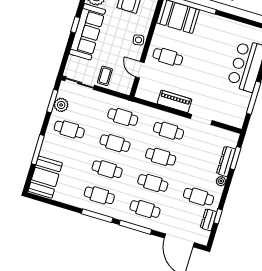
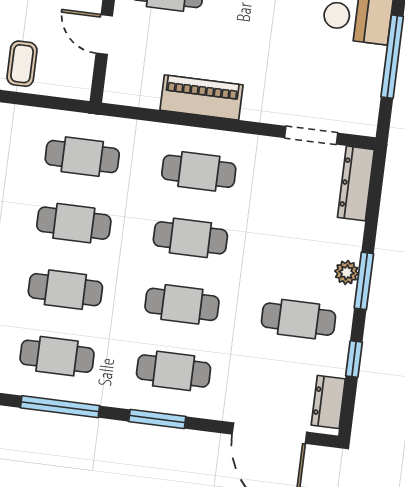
doorway: (201, 120) -> (311, 135), moved
window: (235, 158) -> (364, 281), moved
dresser: (226, 161) -> (356, 183), moved
dresser: (208, 220) -> (328, 402), moved
window: (135, 227) -> (157, 419), width x0.69

